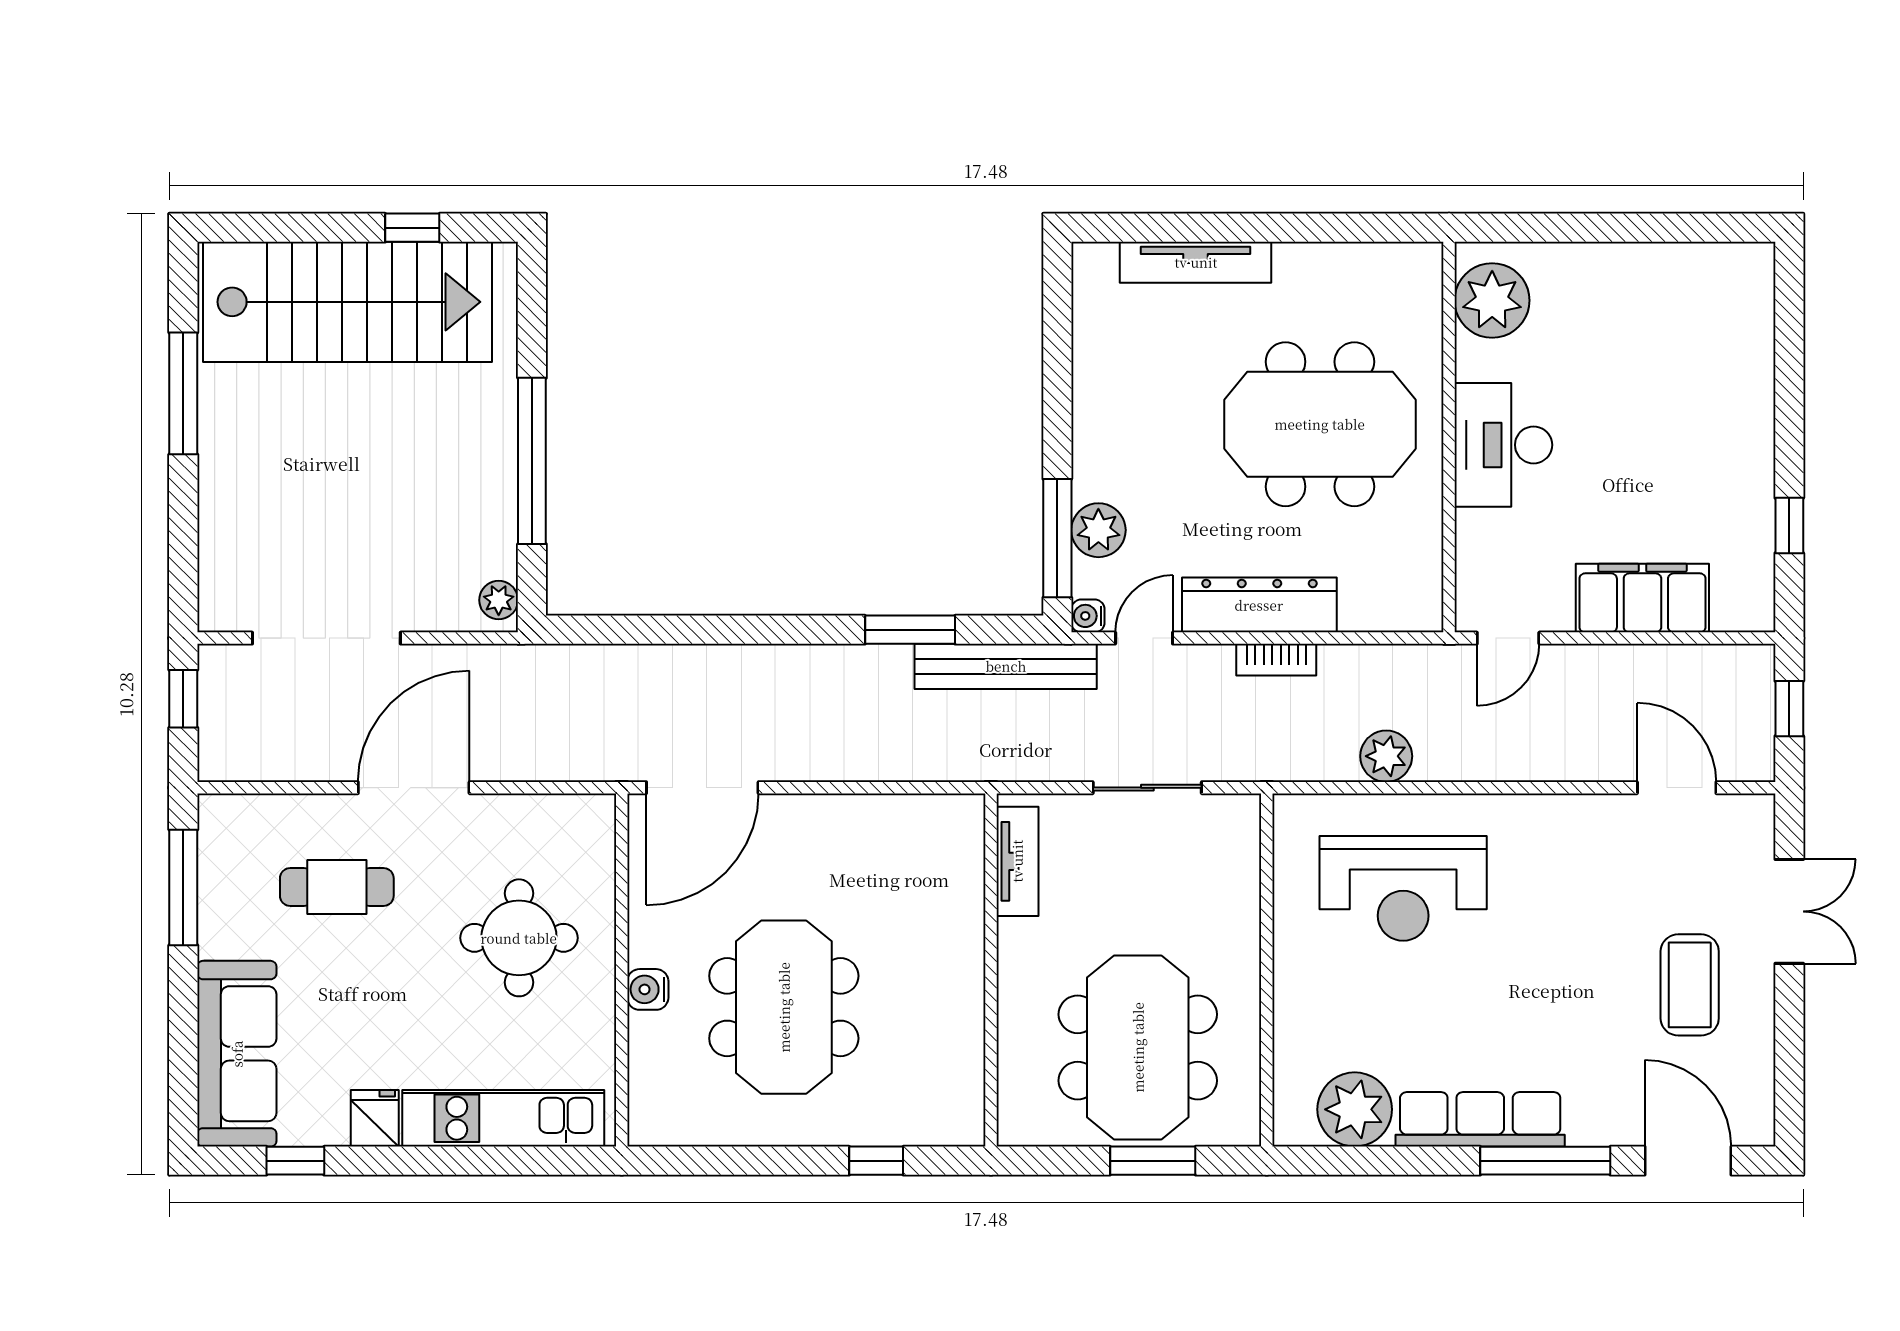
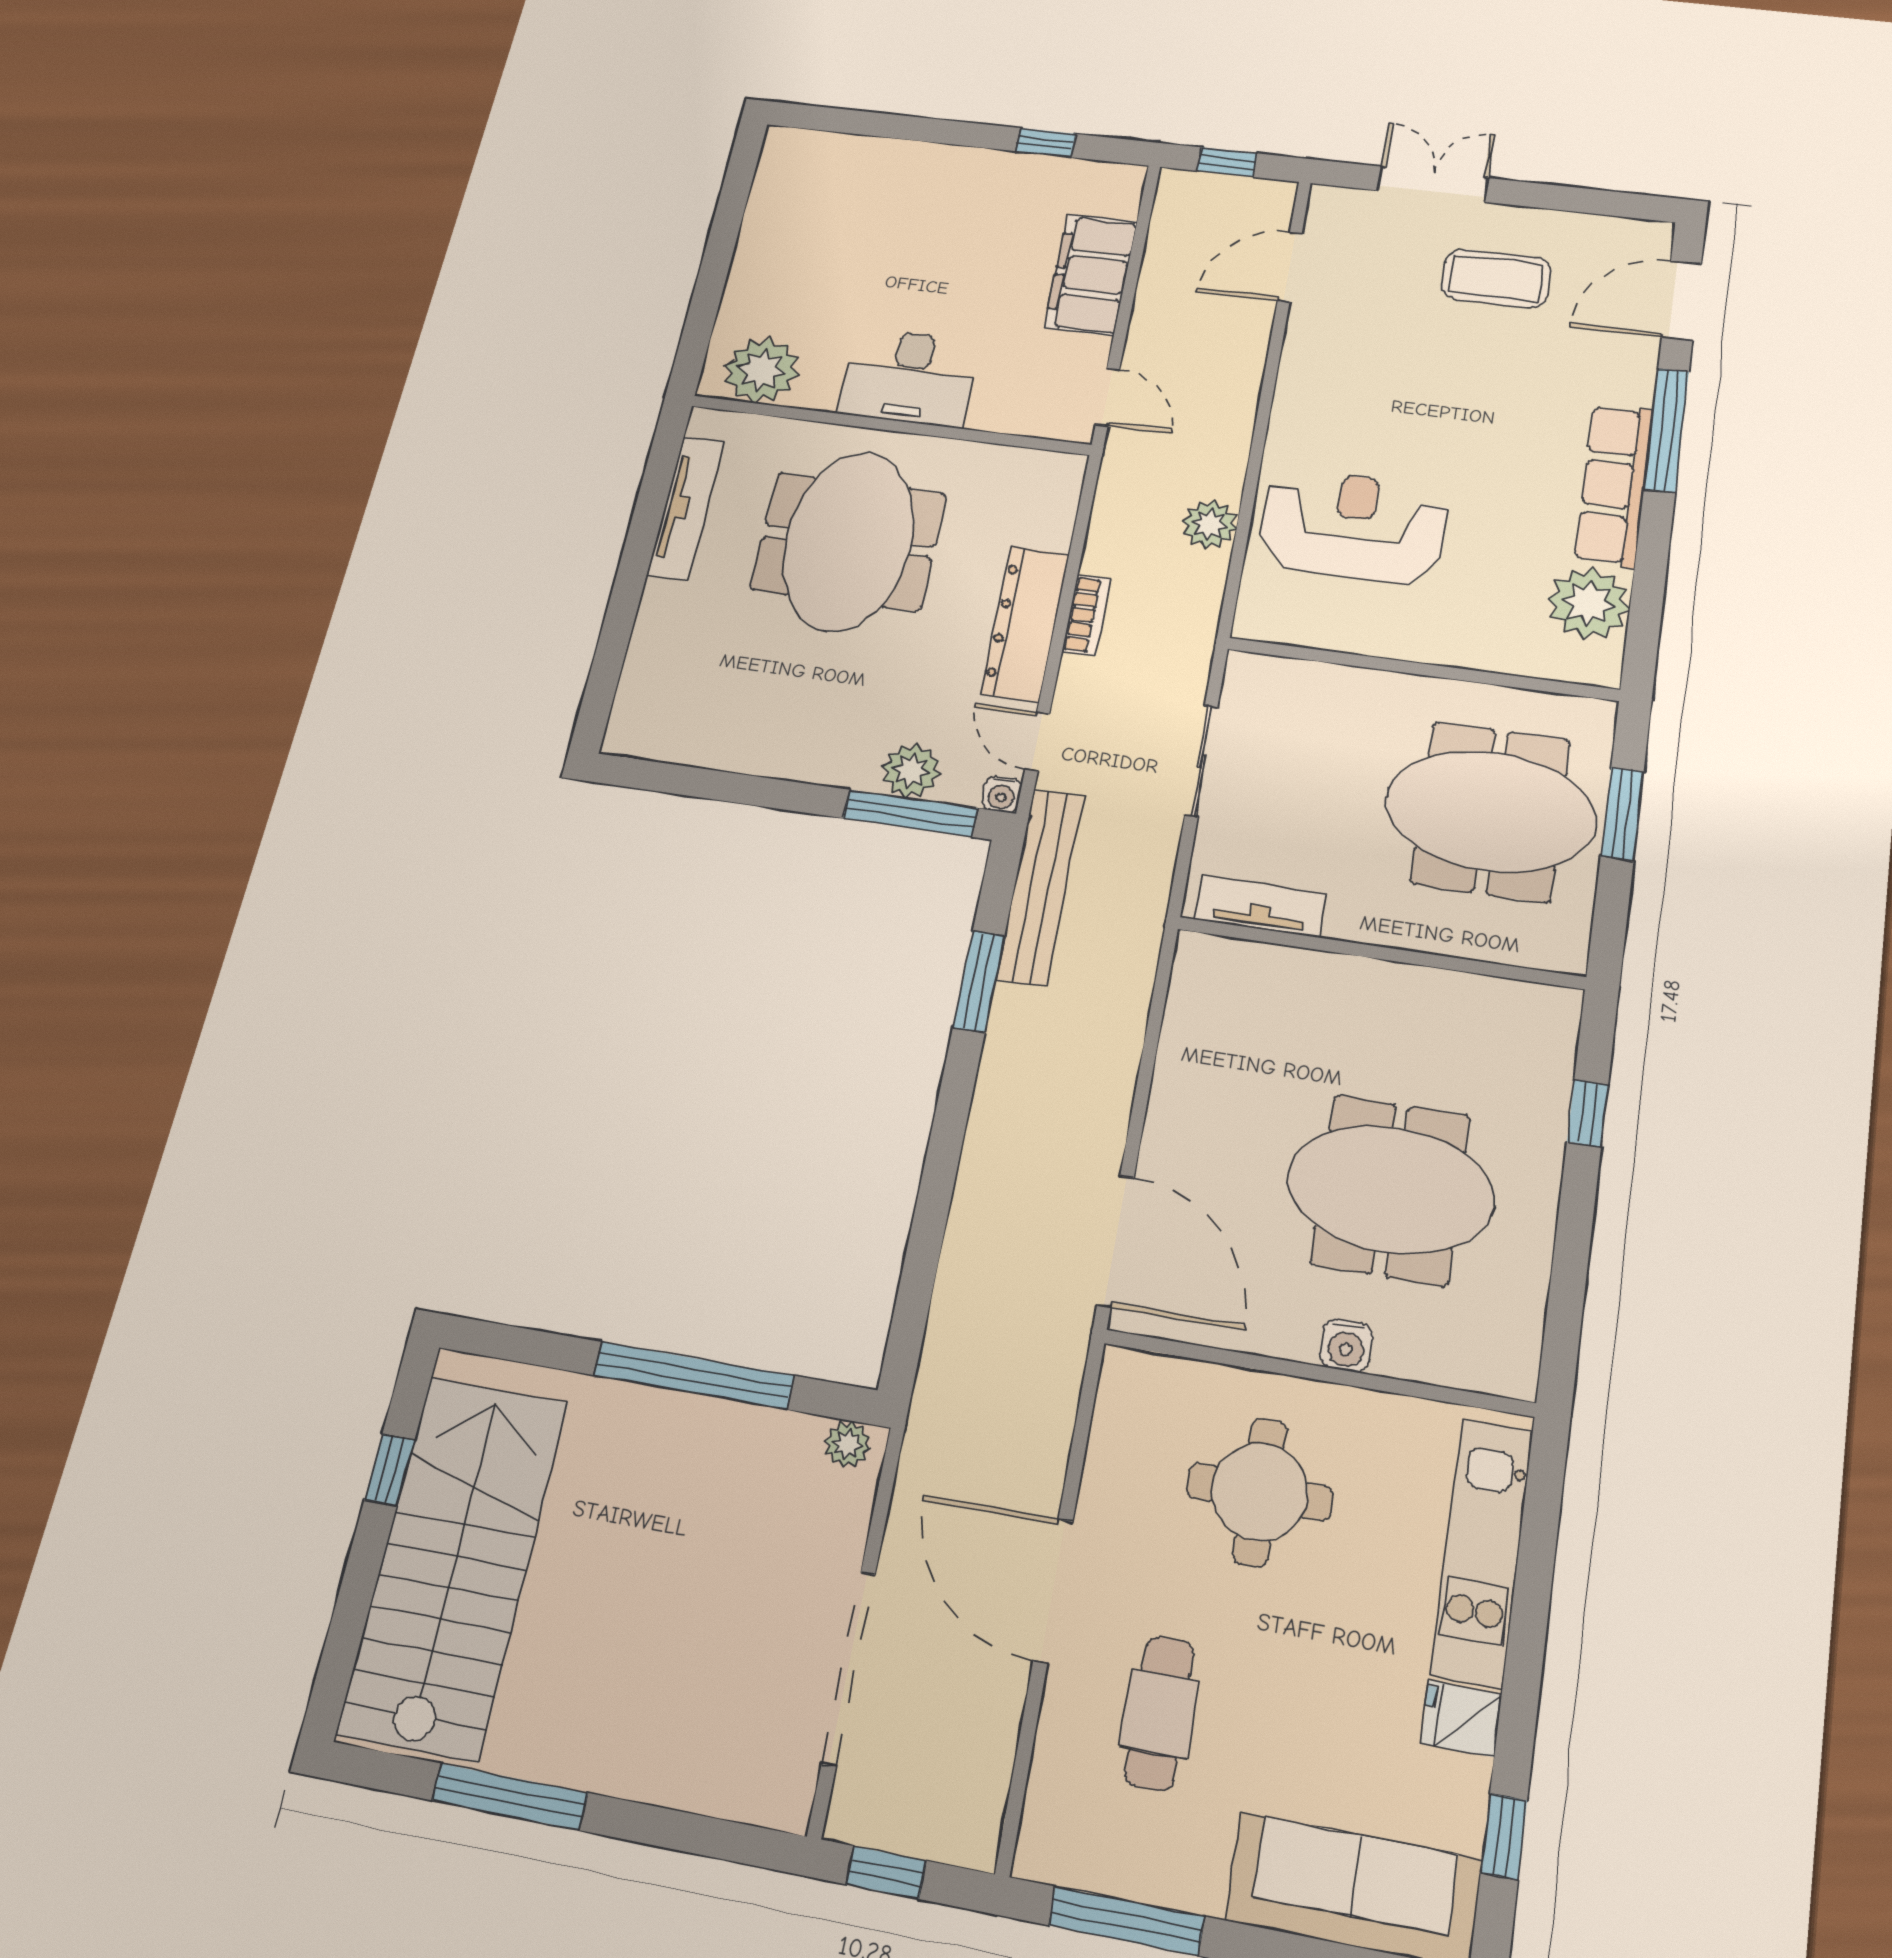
tv unit: (1196, 262) -> (686, 508), moved
reception desk: (1403, 888) -> (1354, 526), turned -90

